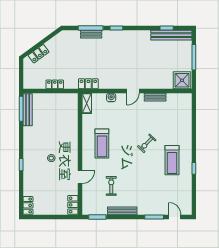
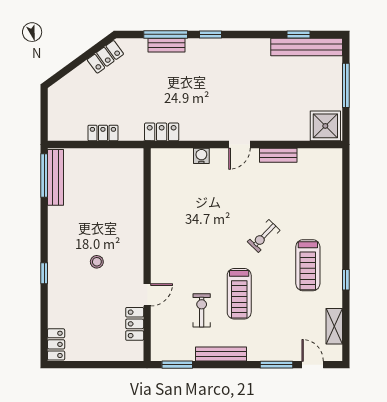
locker: (38, 54) -> (105, 57), moved
shelving: (87, 103) -> (334, 326), moved
treadmill: (102, 143) -> (239, 294), moved
locker: (73, 205) -> (135, 324), moved

